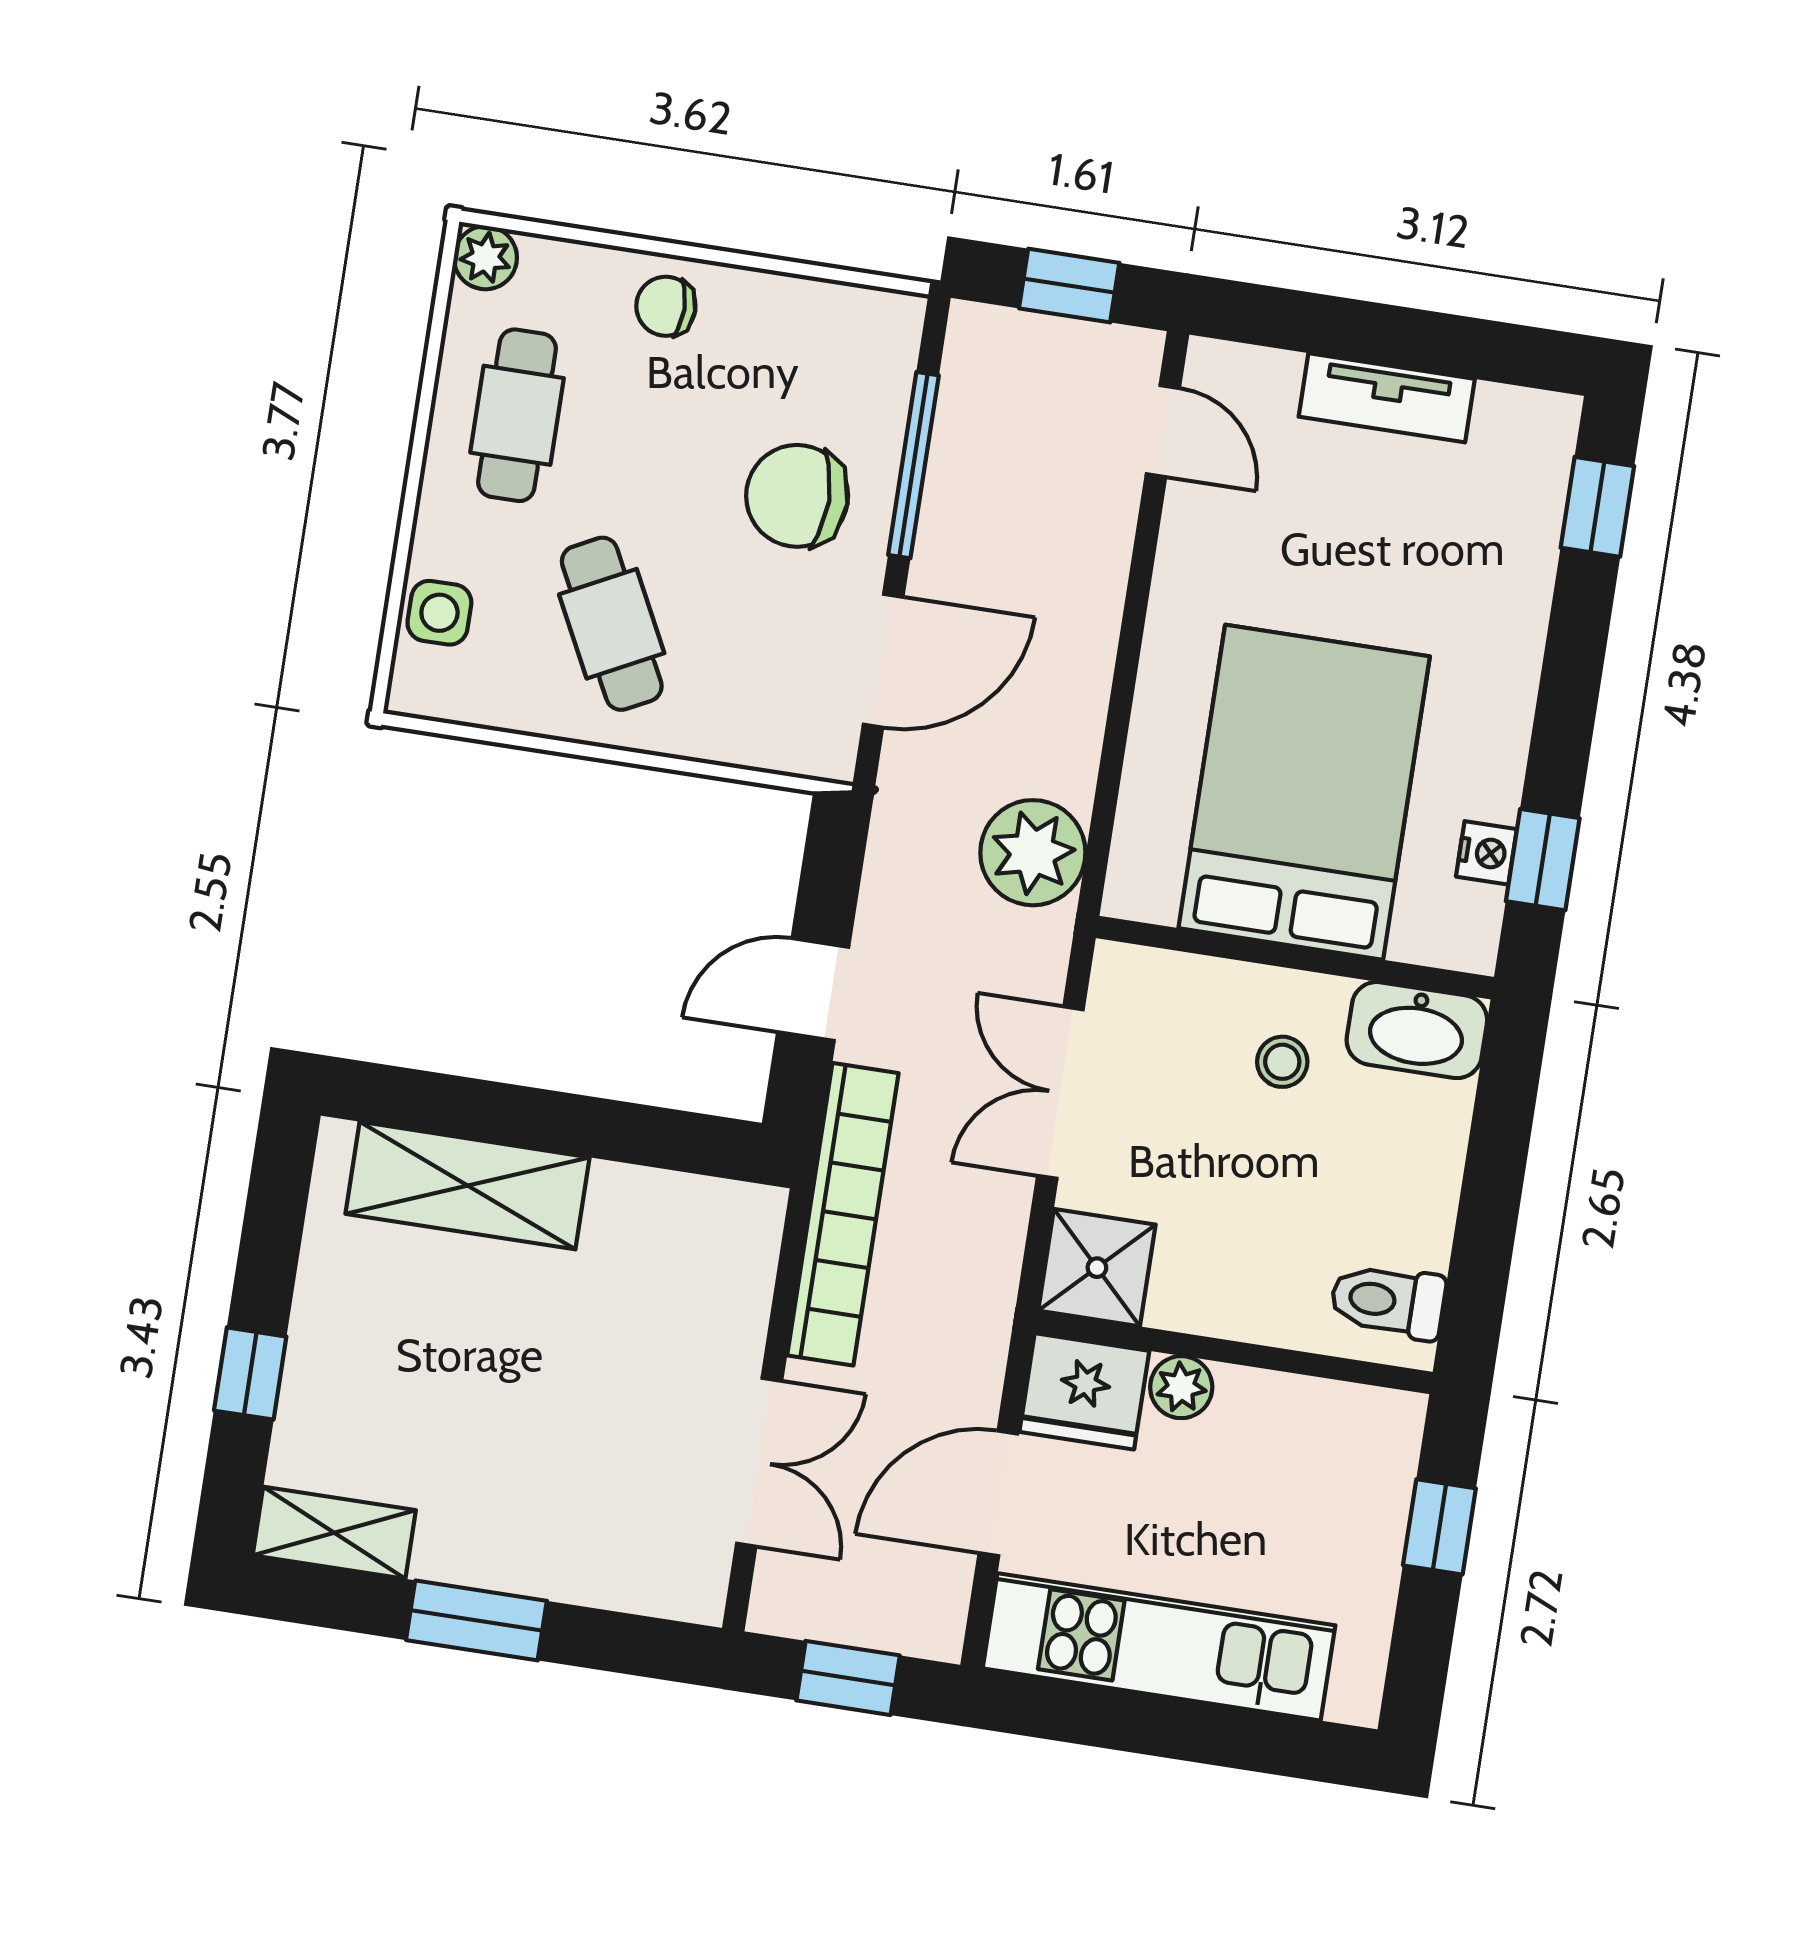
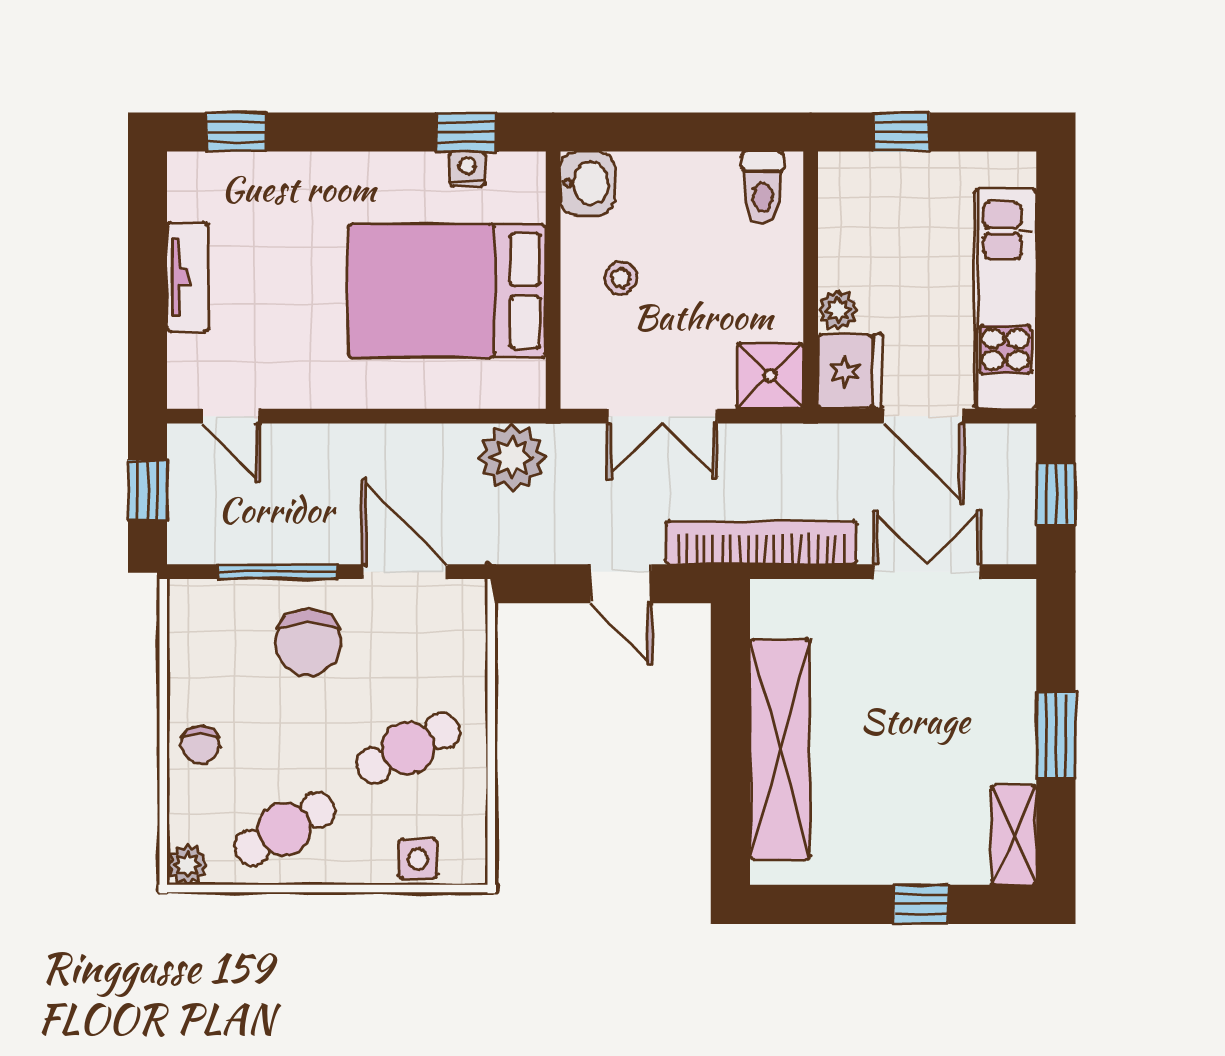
cafe table: (517, 415) -> (285, 829), turned -30
door: (1163, 431) -> (231, 416), swing flipped
washbasin: (1417, 1030) -> (587, 183), width x0.72
shelving: (467, 1186) -> (780, 750), width x1.47

